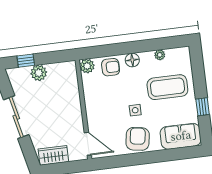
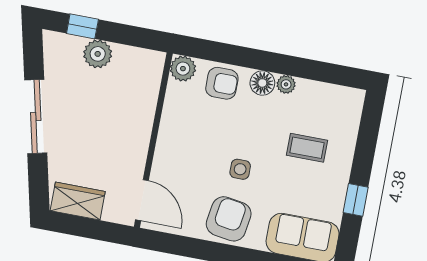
plant: (160, 55) -> (286, 84), moved
coffee table: (167, 87) -> (307, 148), width x0.54, depth x0.58

